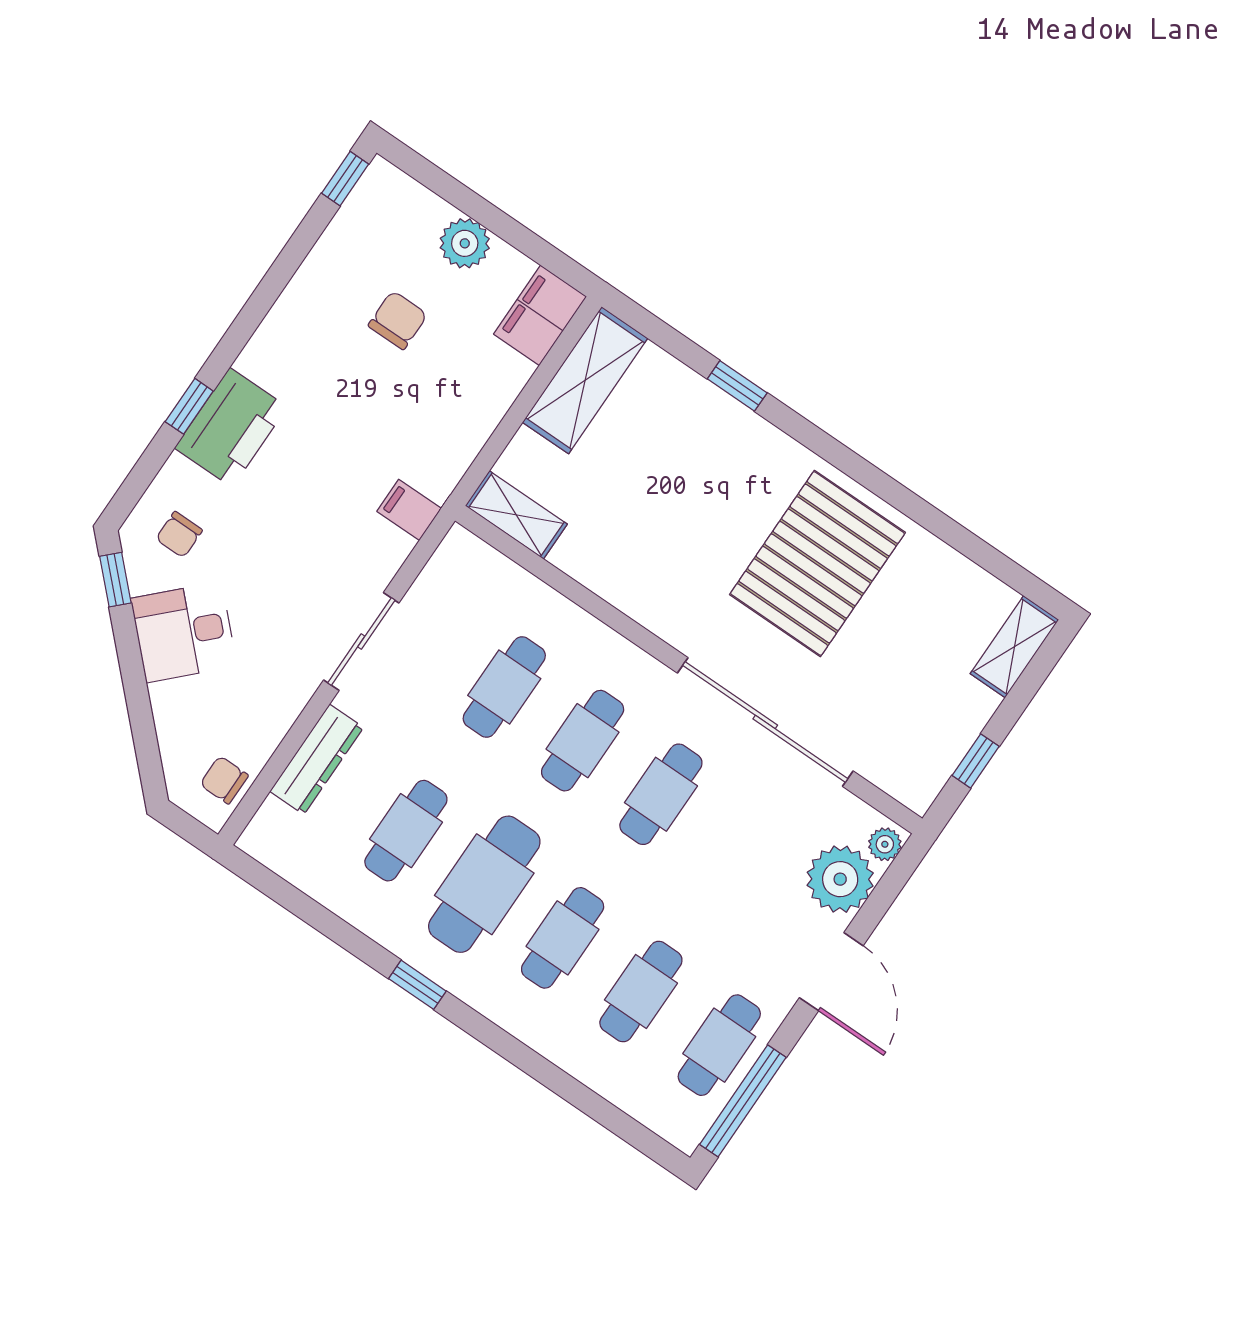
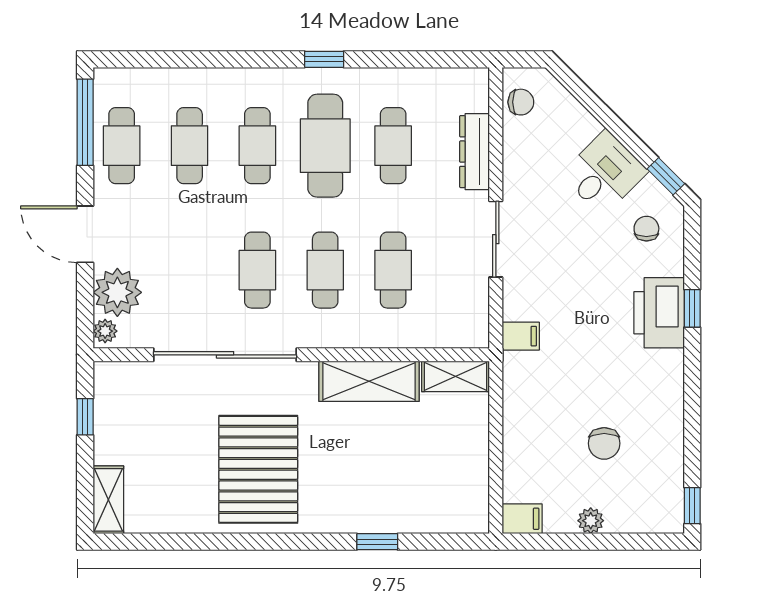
plant: (465, 243) -> (591, 521), width x0.73, depth x0.73
filing cabinet: (540, 315) -> (522, 519), width x0.50
shelving: (585, 380) -> (369, 381), moved, turned 90

